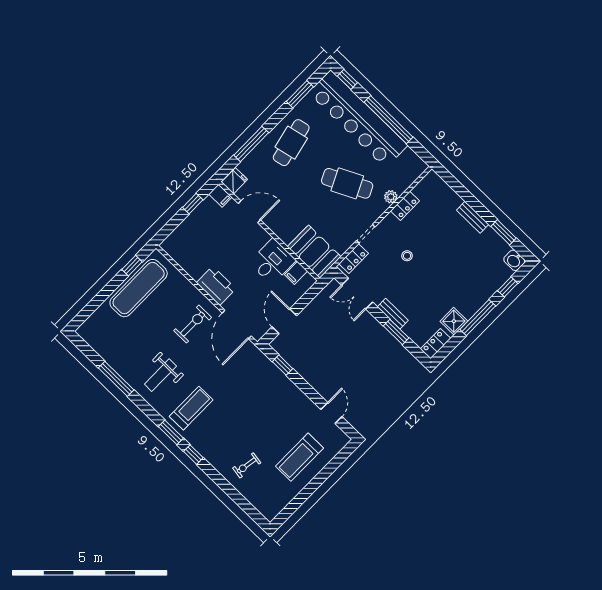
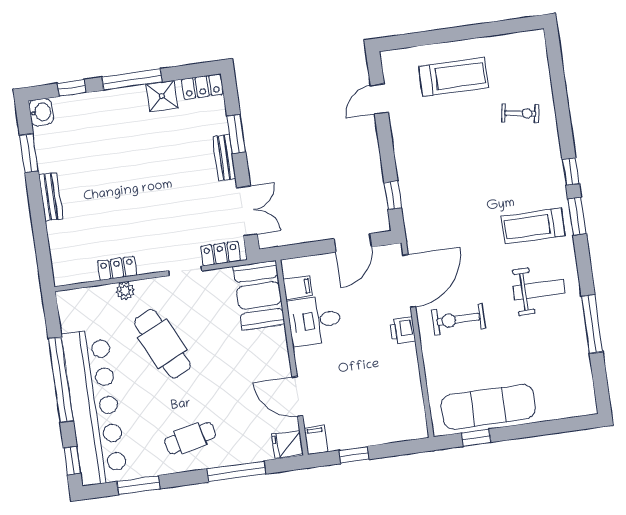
cafe table: (291, 143) -> (190, 438), width x0.73, depth x0.74
stool: (407, 256) -> (158, 210), removed
printer: (216, 286) -> (403, 330), width x0.53, depth x0.68

